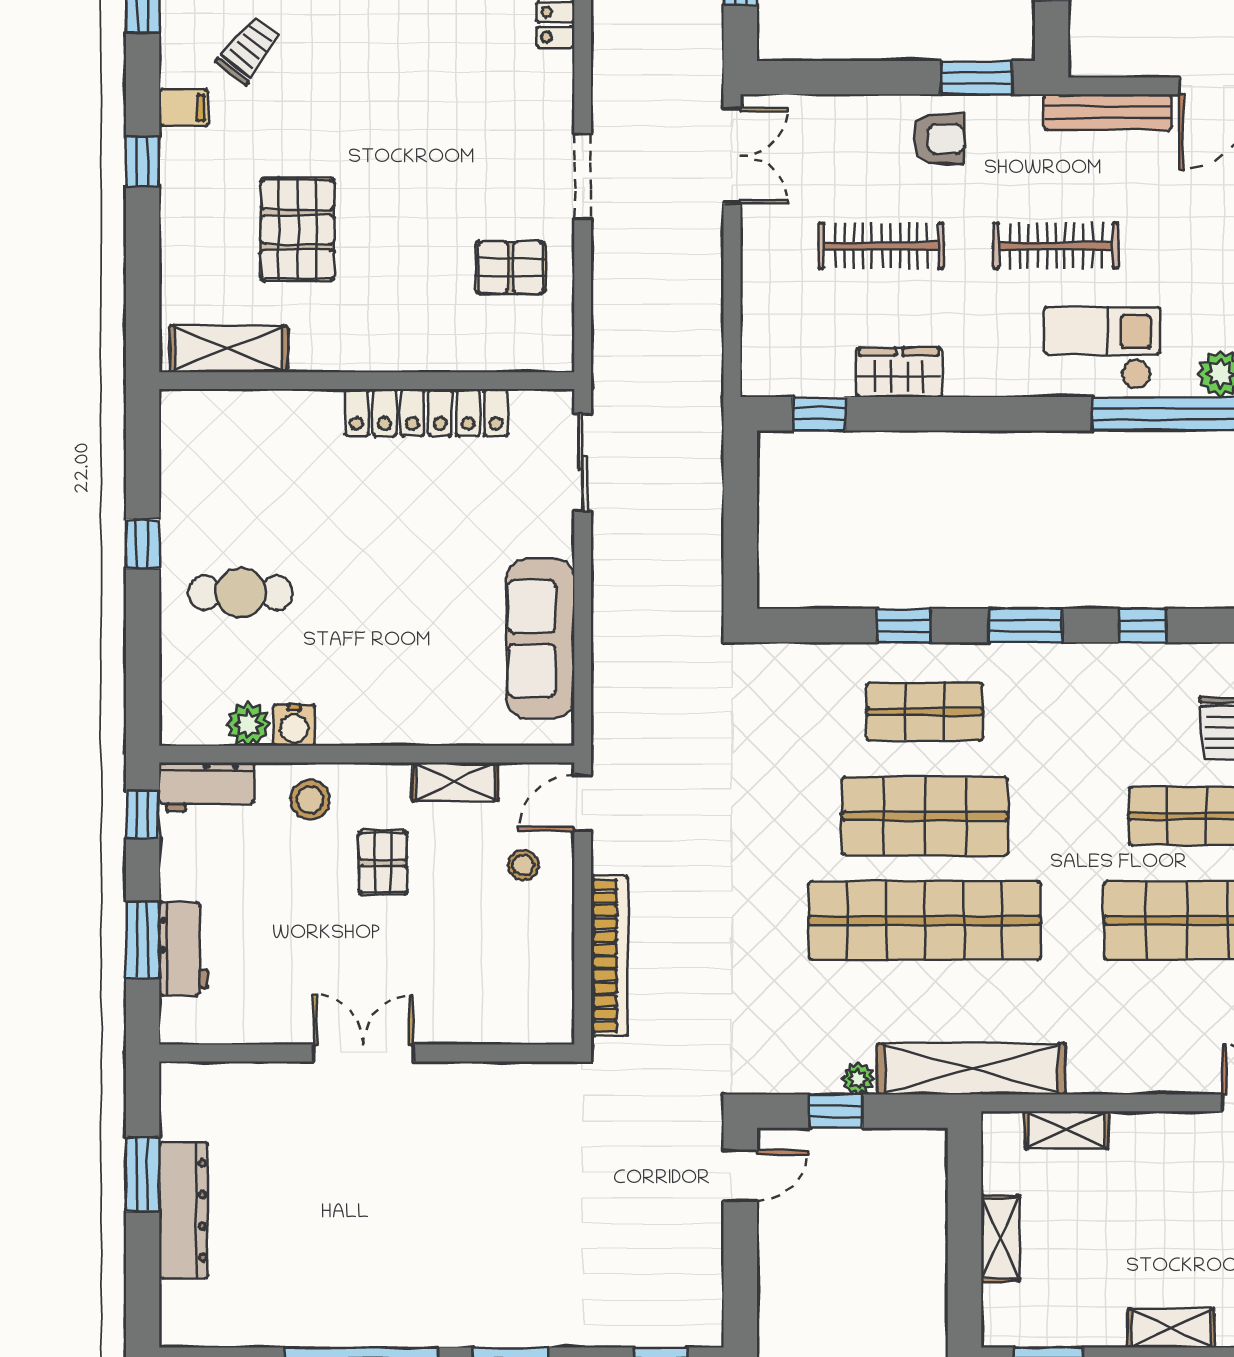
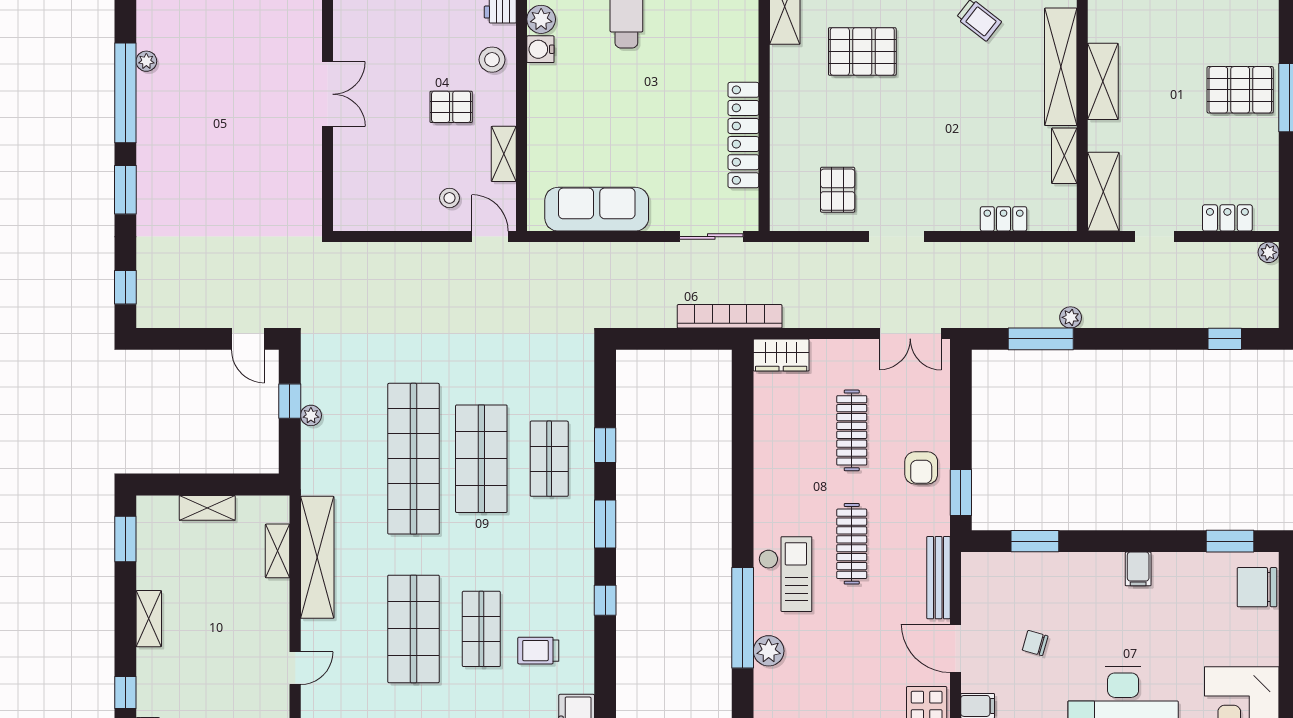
wardrobe: (899, 372) -> (781, 355), moved, turned 90
window: (819, 414) -> (743, 390), removed
bookcase: (609, 956) -> (730, 316), moved, turned 180
shelving: (971, 1069) -> (317, 557), moved
plant: (313, 1332) -> (146, 61), added

